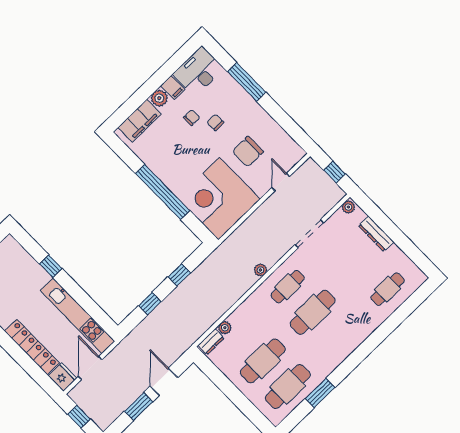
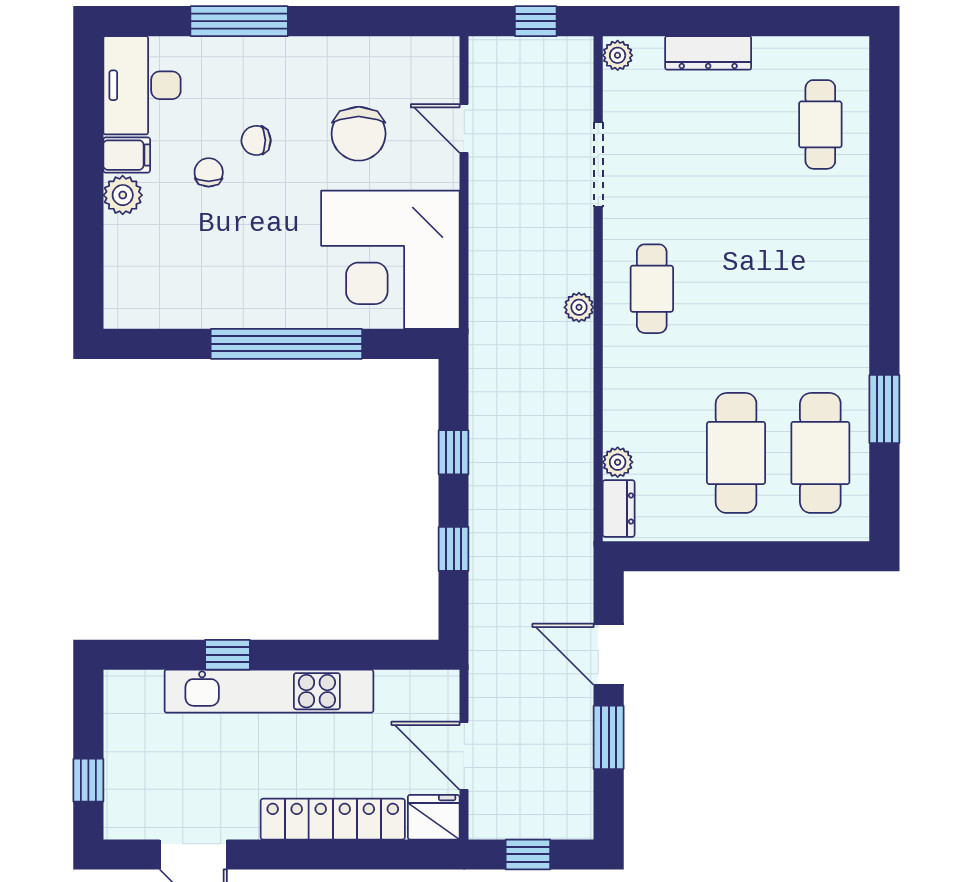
filing cabinet: (140, 121) -> (128, 265), removed
cafe table: (313, 312) -> (736, 289), removed
kitchen unit: (78, 316) -> (269, 691), moved

